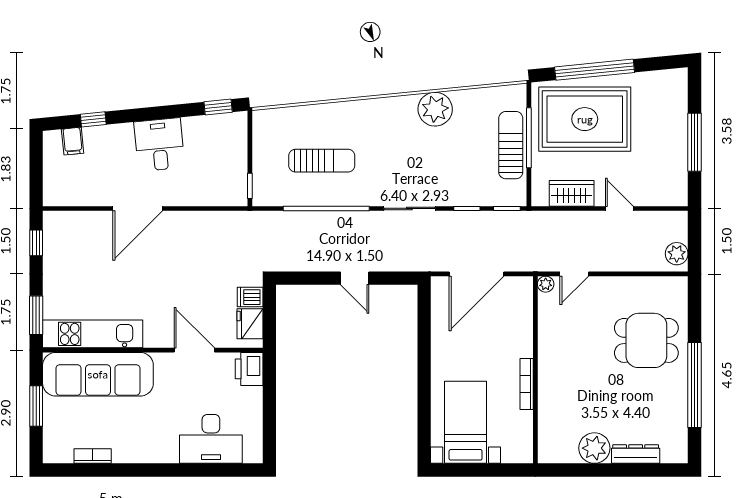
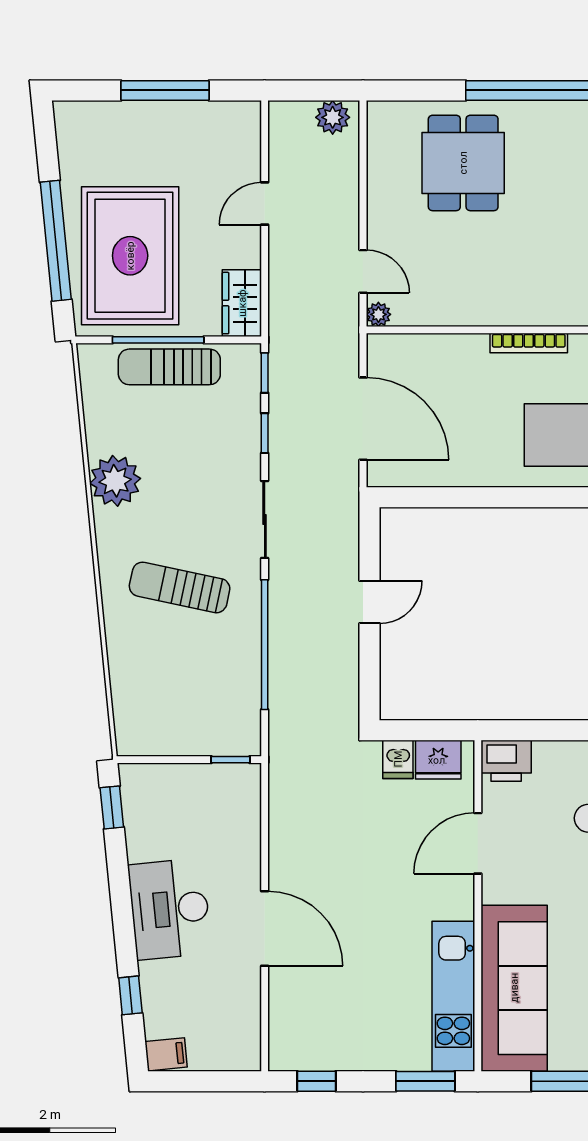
filing cabinet: (73, 141) -> (166, 1054), moved
desk: (159, 145) -> (170, 909), width x1.37
sun lounger: (322, 161) -> (180, 587), moved, turned -78
wardrobe: (572, 193) -> (242, 303), moved

